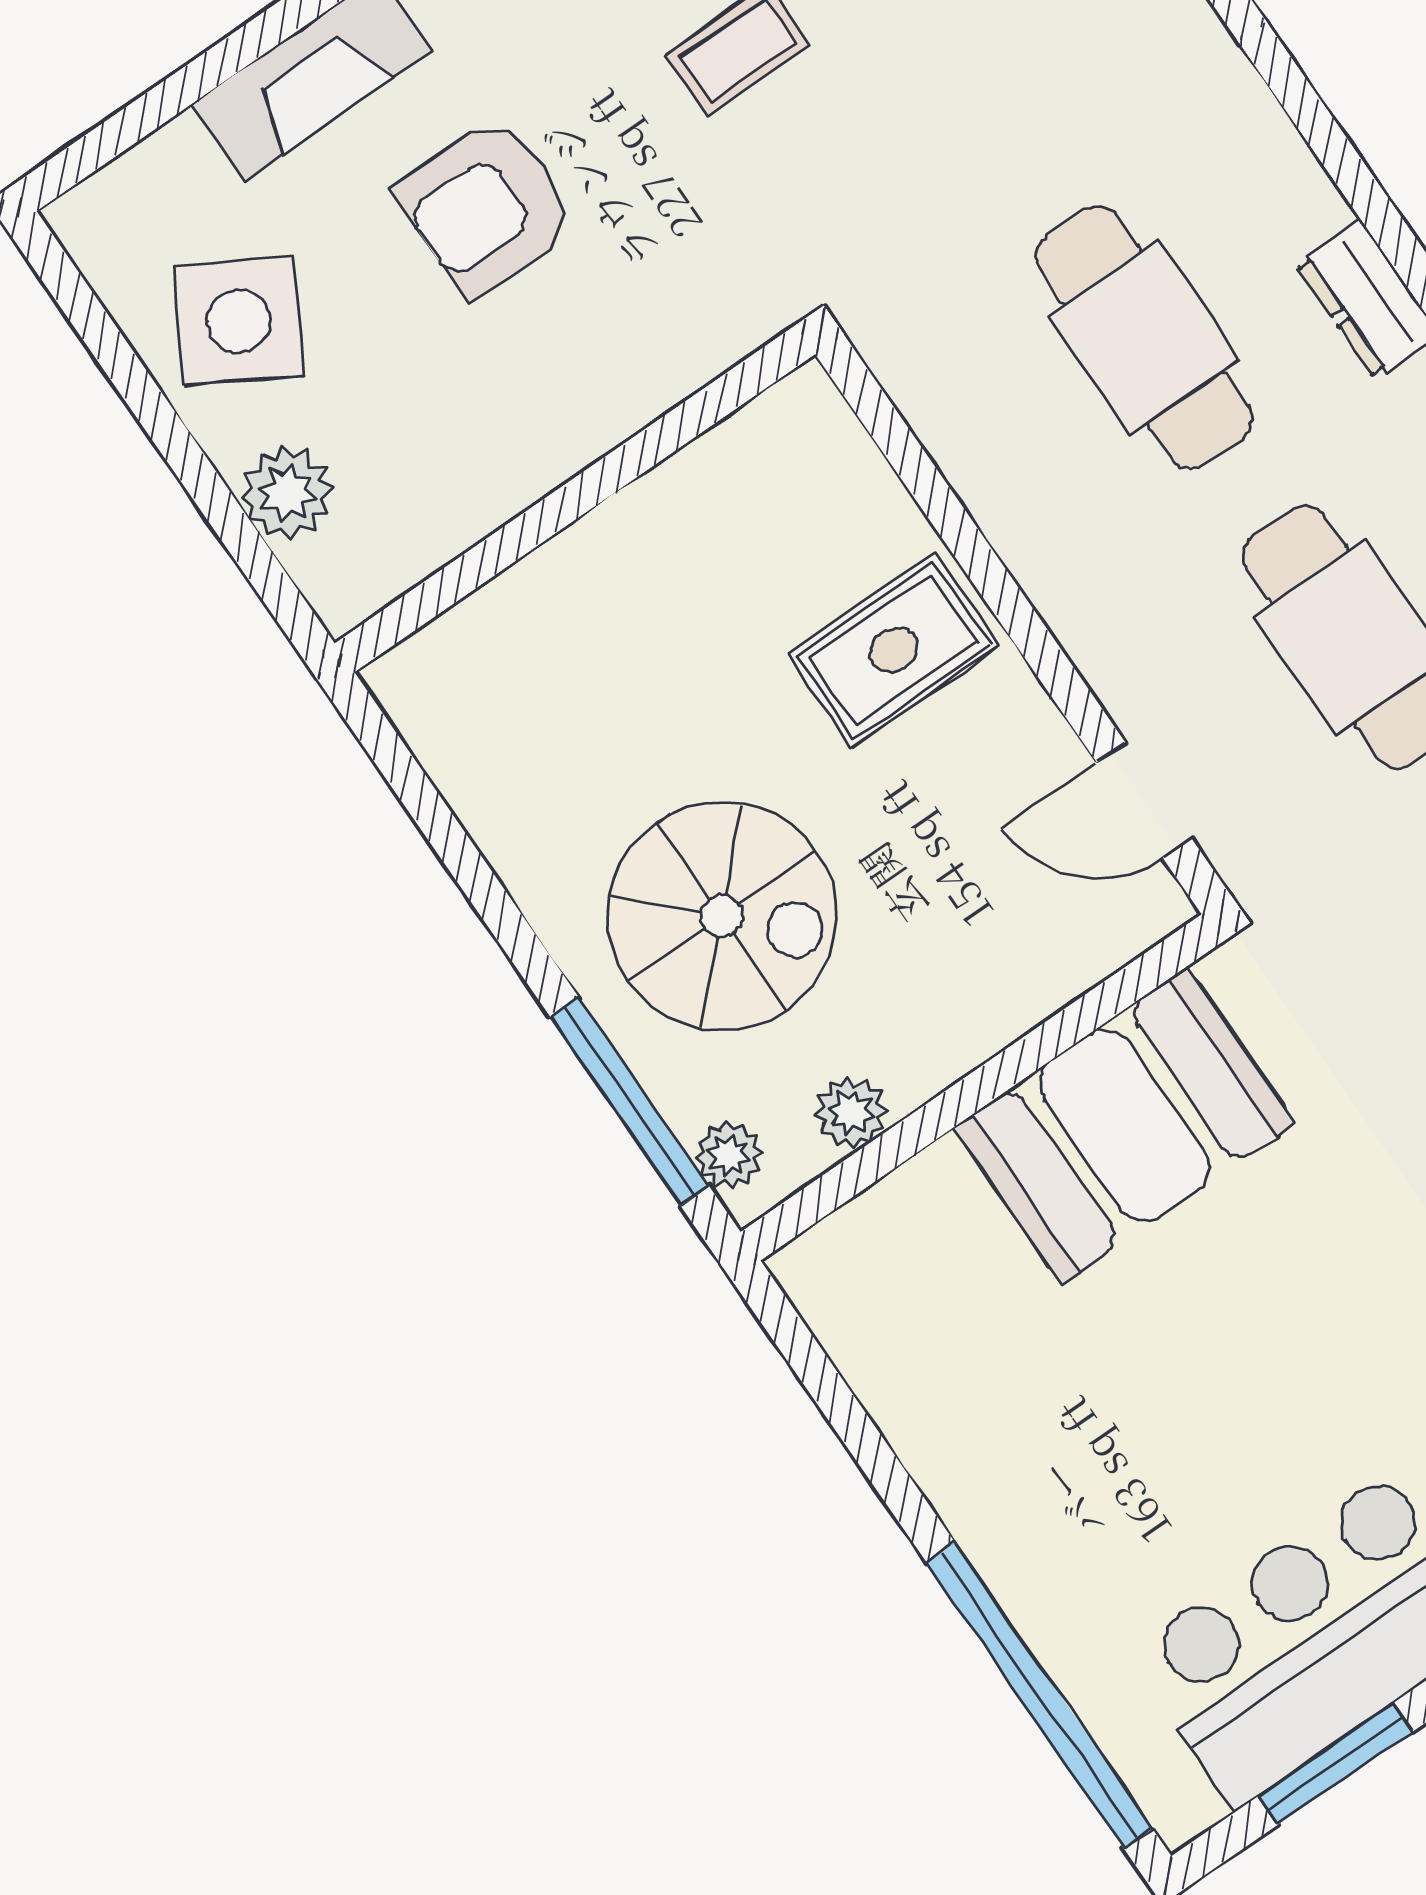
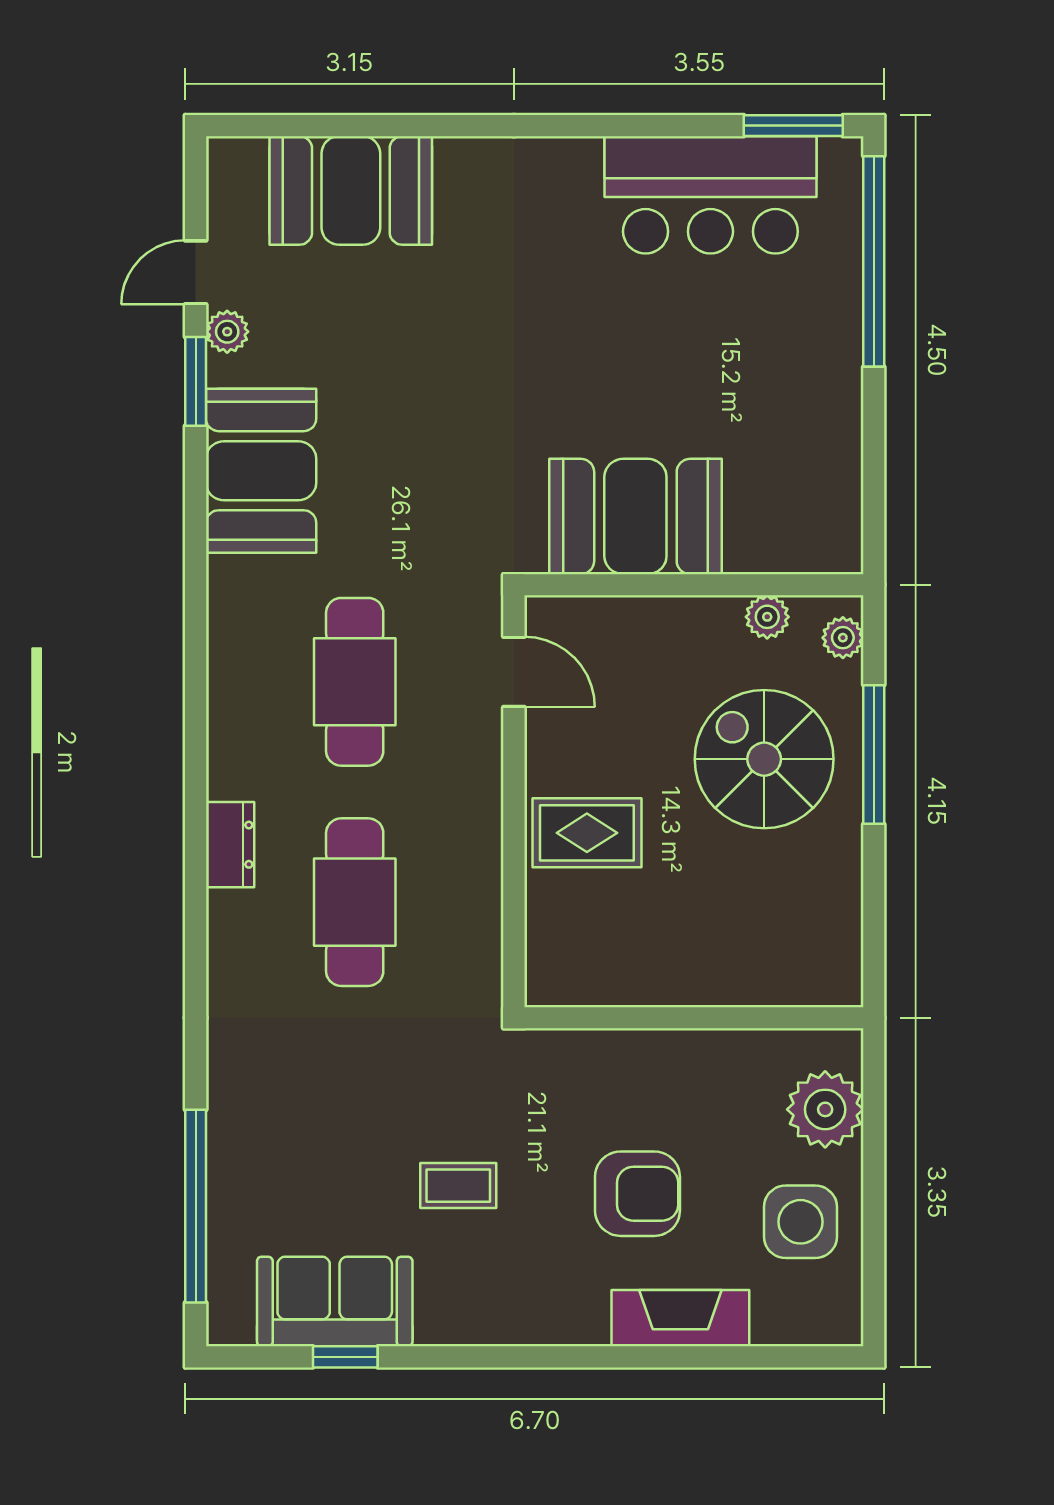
side table: (239, 321) -> (800, 1222), turned -30
plant: (287, 493) -> (825, 1109), width x1.36, depth x1.36
window: (630, 1102) -> (874, 754), moved
window: (1335, 1764) -> (793, 126), moved

